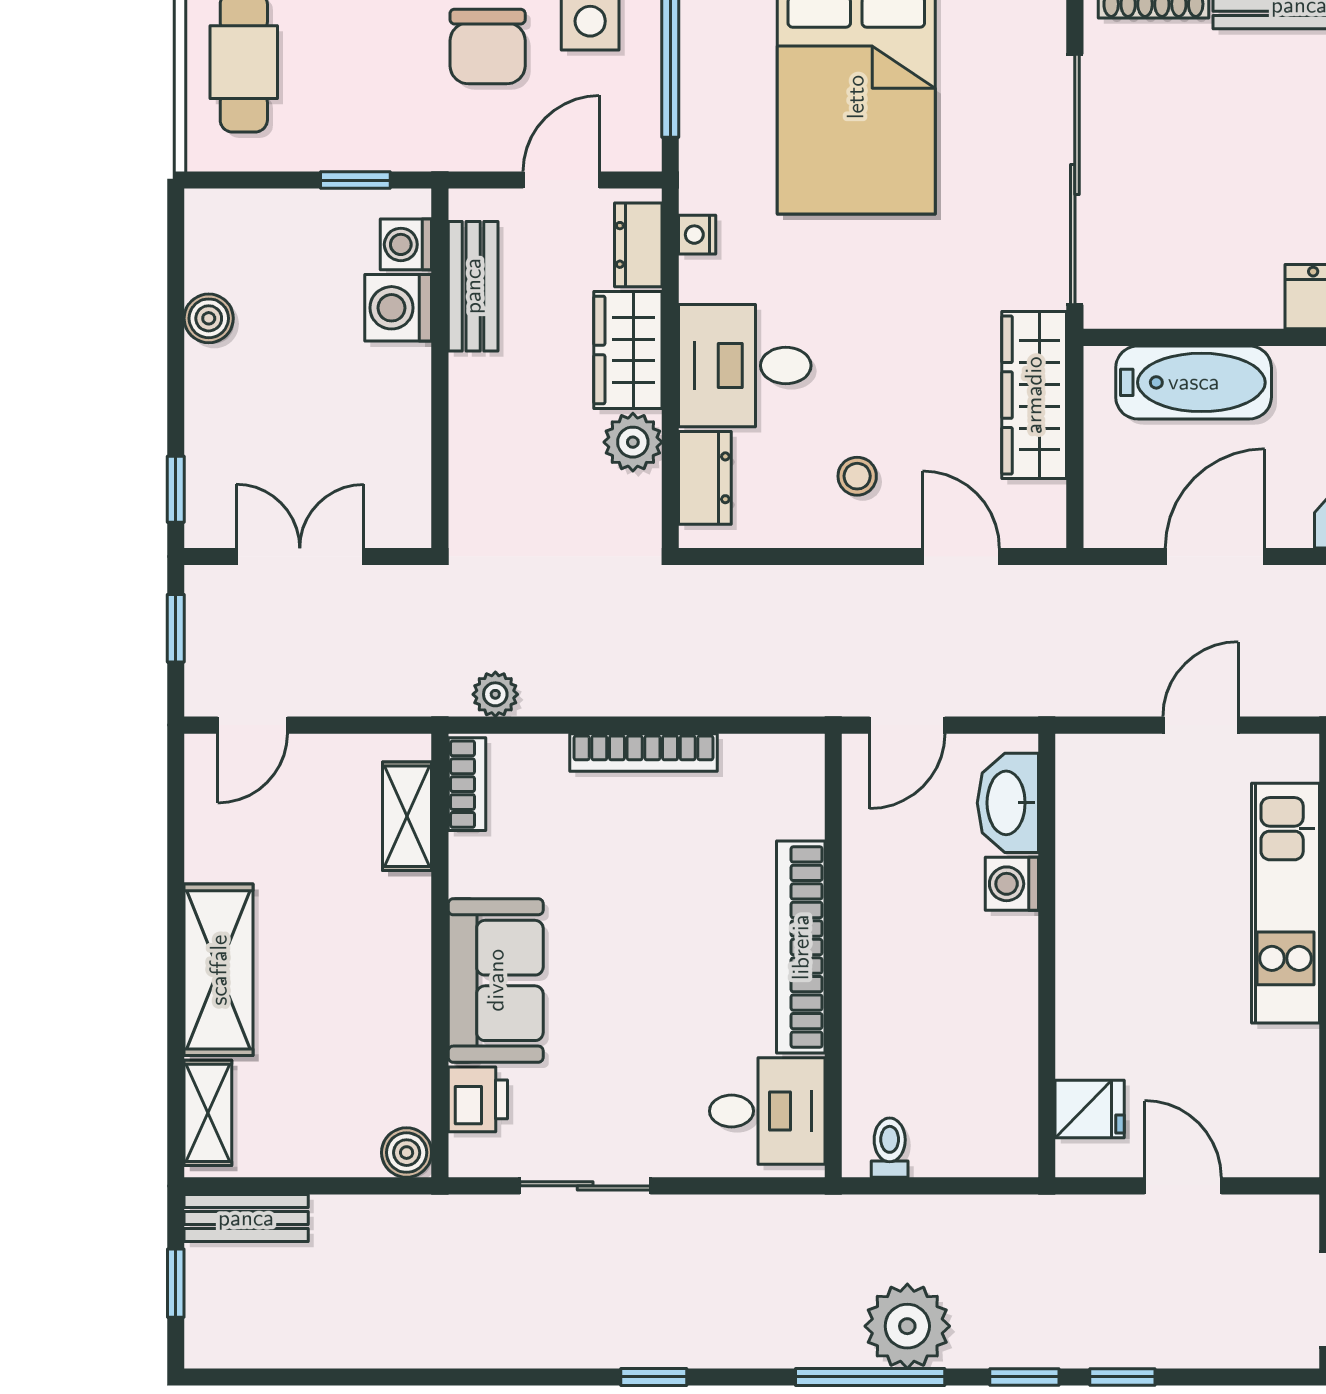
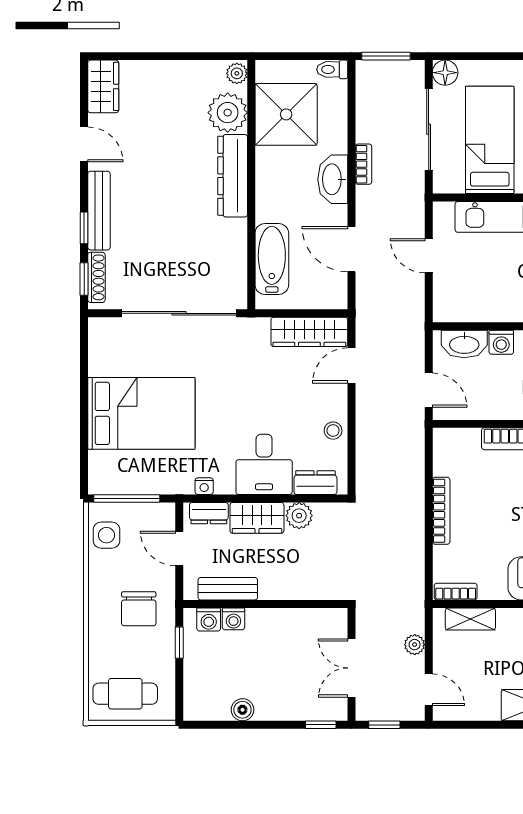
chair: (488, 47) -> (139, 609), moved, turned 90
washing machine: (398, 308) -> (233, 619), width x0.73, depth x0.73
wardrobe: (1034, 395) -> (309, 332), moved
stool: (857, 476) -> (333, 431), moved
plant: (495, 694) -> (415, 645), moved

